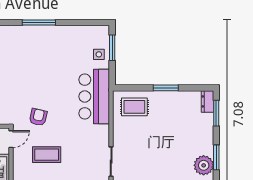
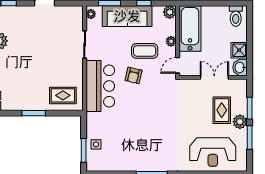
bar counter: (94, 97) -> (100, 86), moved
armchair: (38, 117) -> (133, 75), moved
plant: (18, 165) -> (171, 41), added

